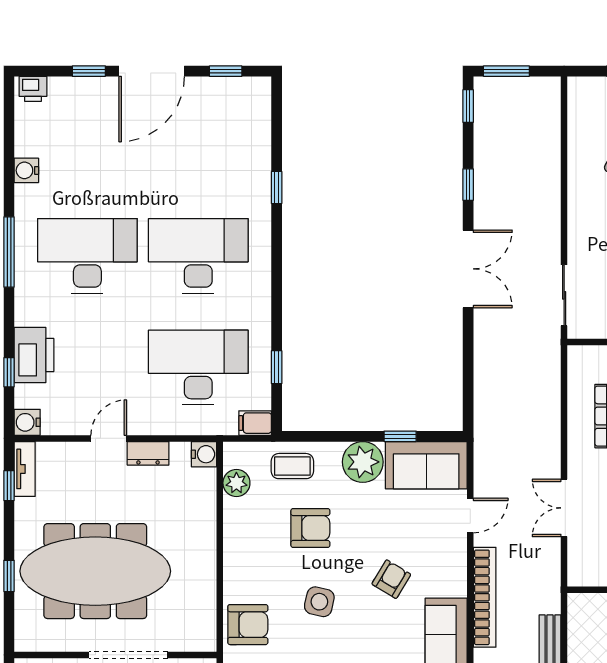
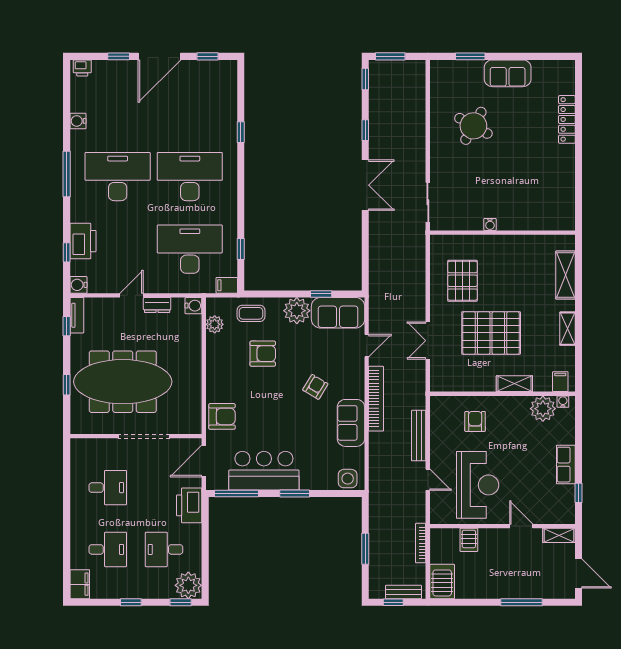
side table: (319, 602) -> (269, 402), removed

